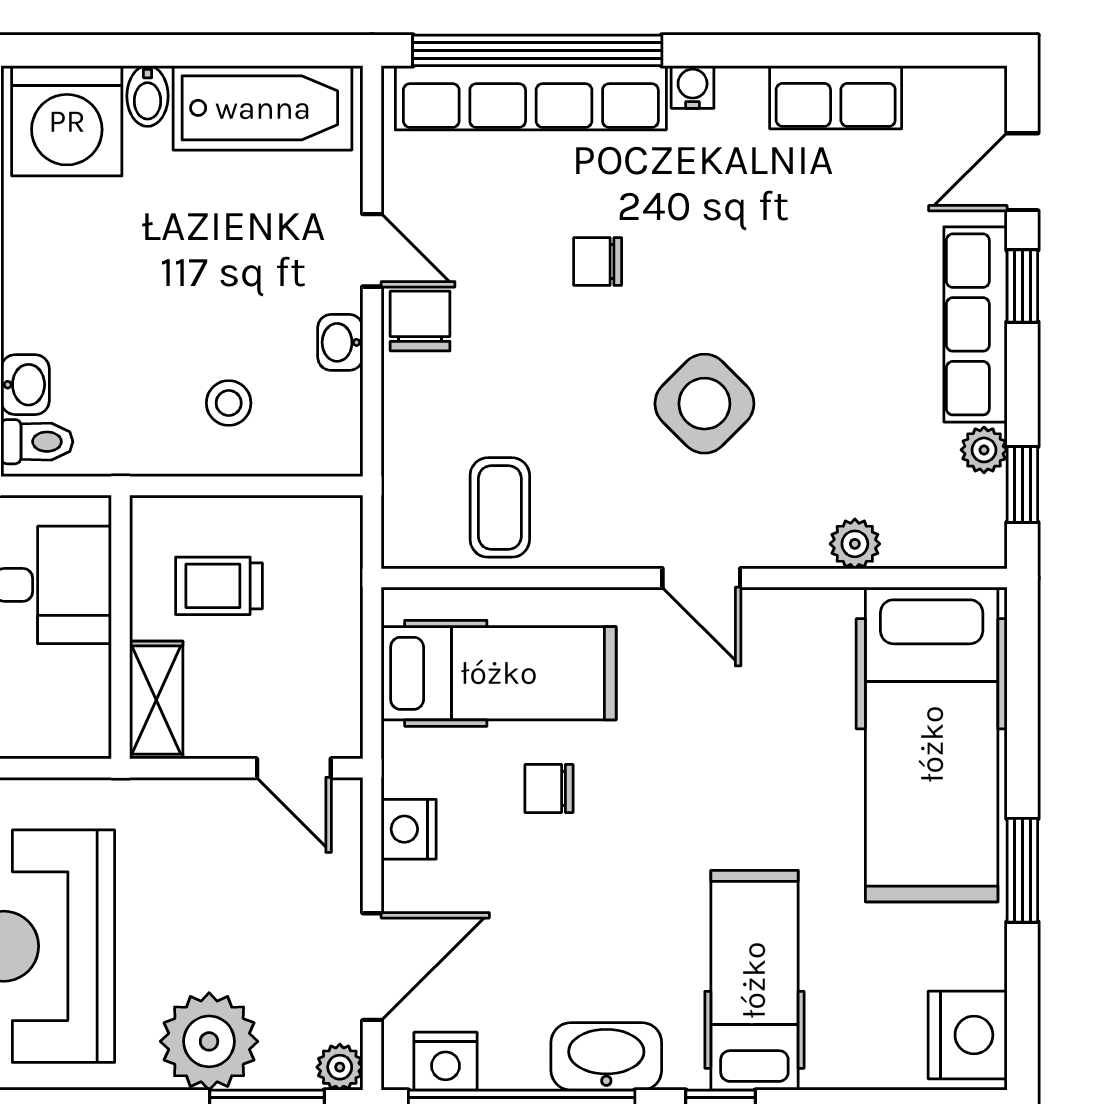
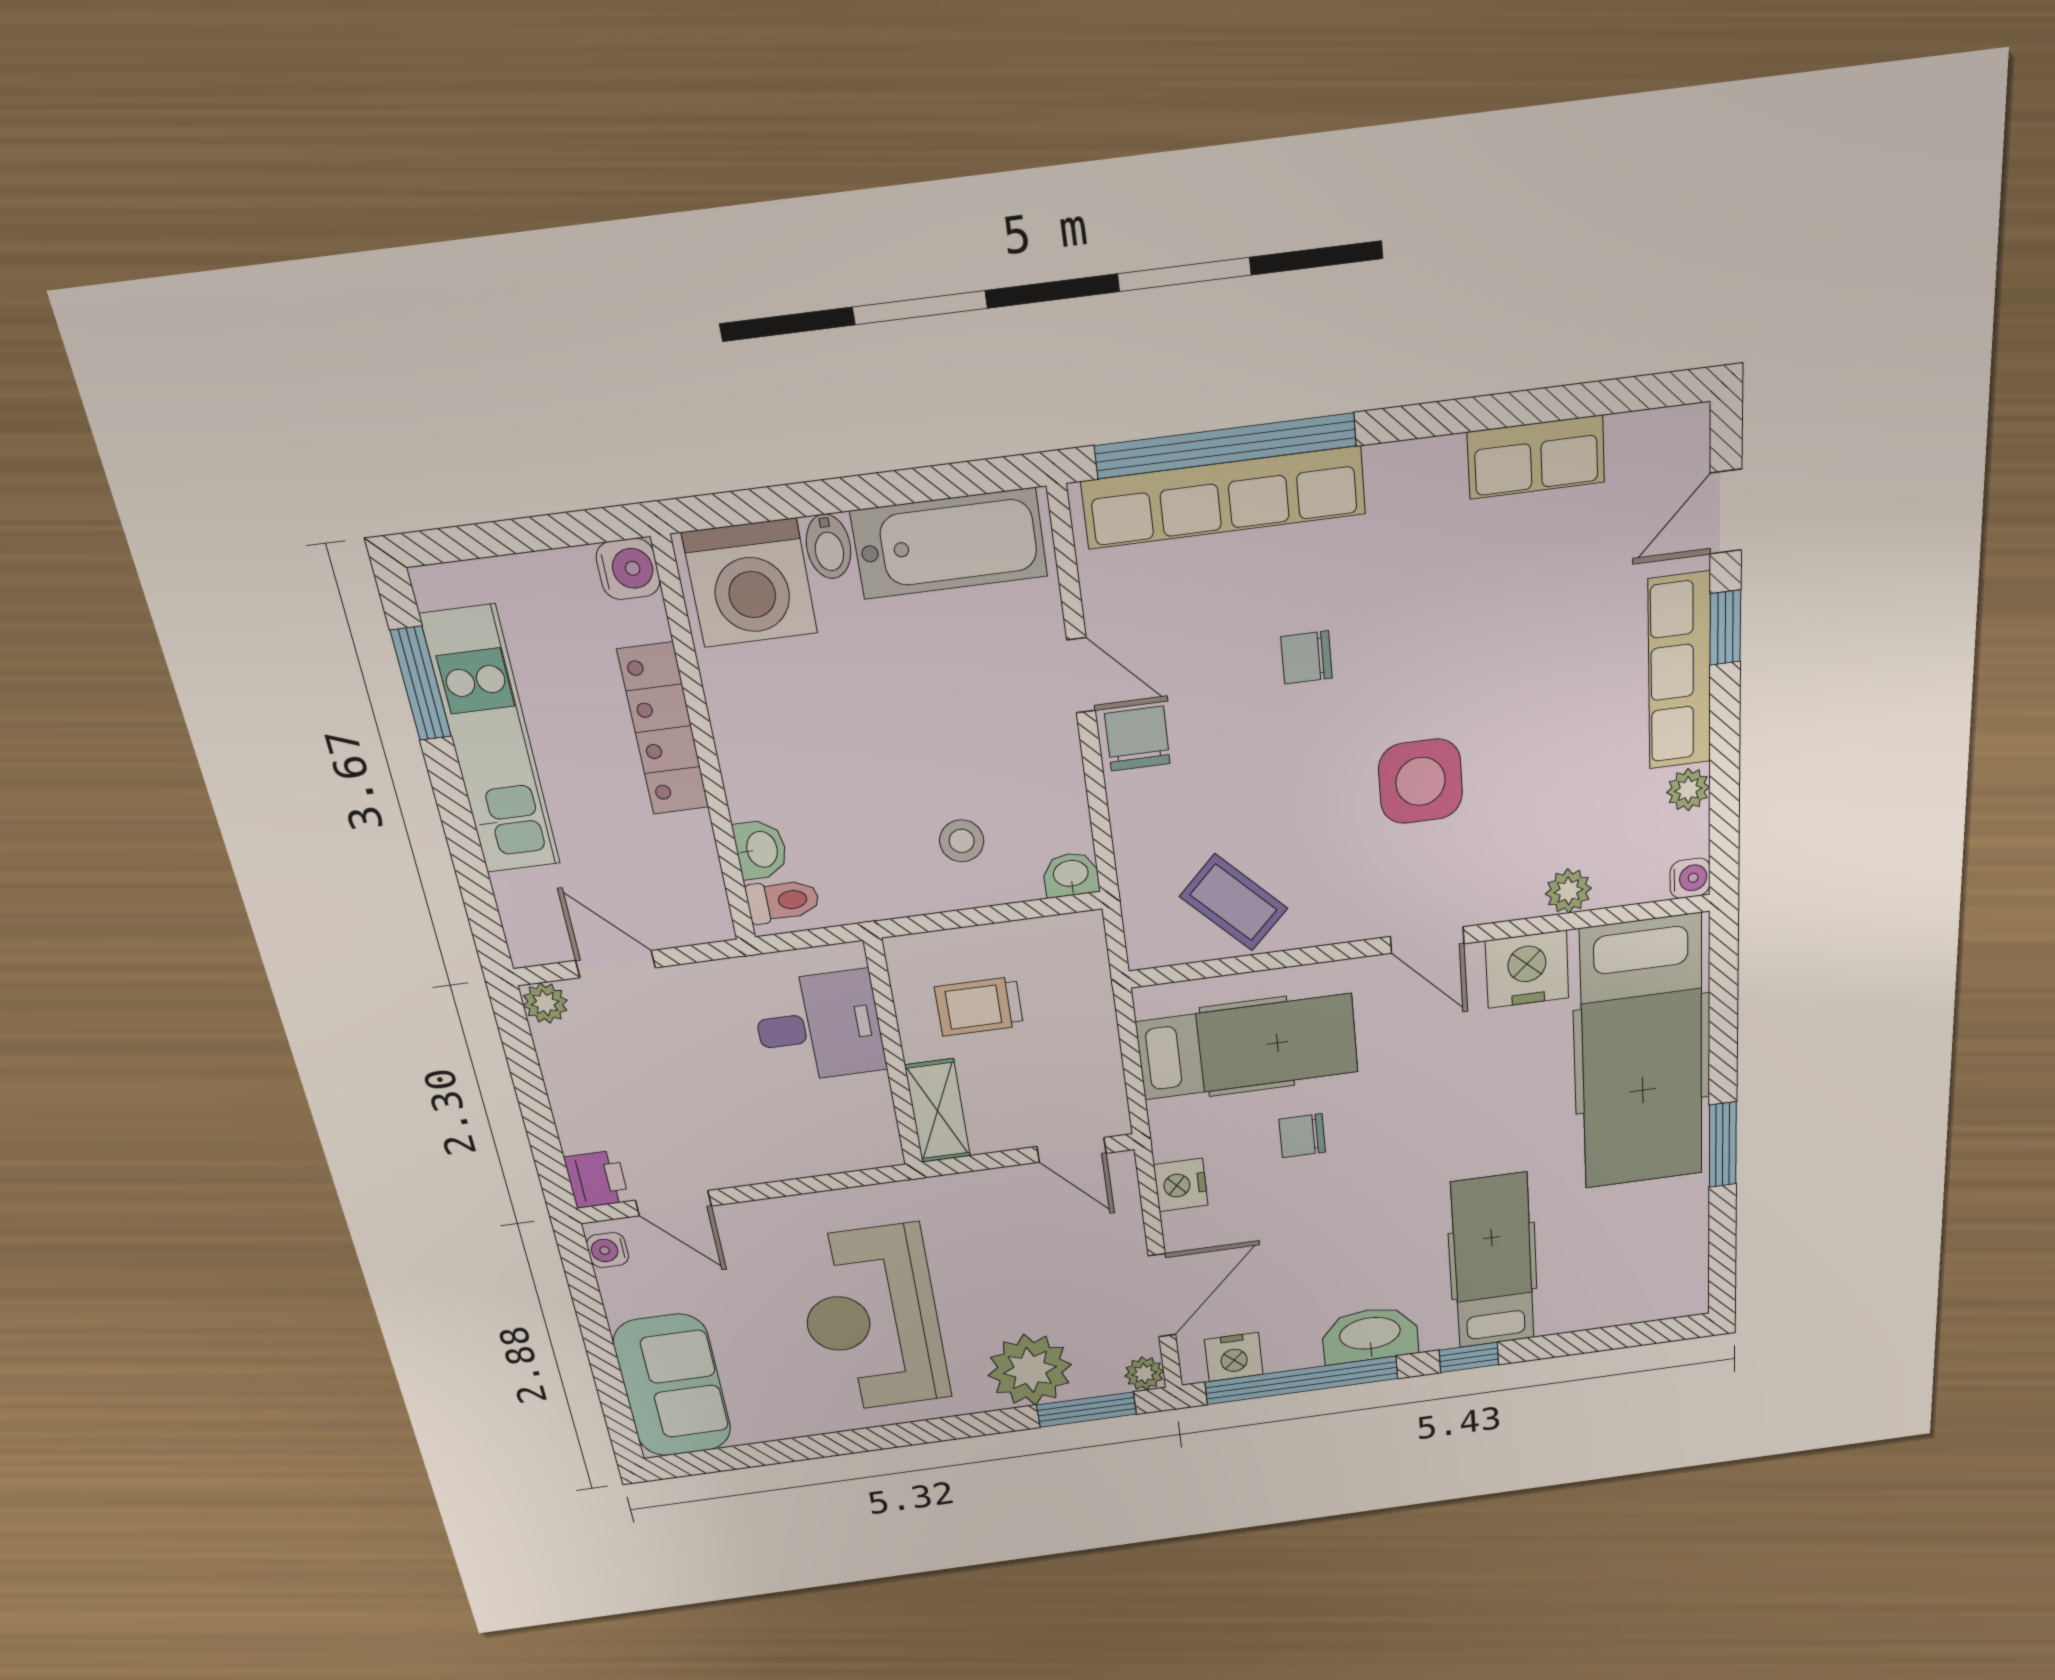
water cooler: (693, 87) -> (1690, 878), moved, turned 90
washbasin: (340, 342) -> (1071, 875), moved, turned 90
side table: (704, 404) -> (1420, 781), turned 45
window: (1022, 485) -> (1724, 817), removed
coffee table: (500, 507) -> (1234, 902), turned -45
nightstand: (968, 1035) -> (1527, 969), moved, turned -90

